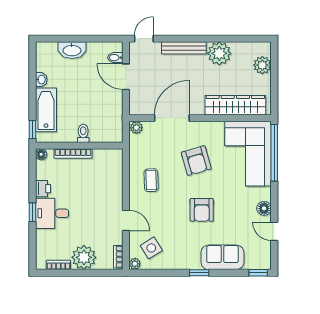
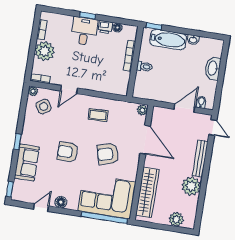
floor lamp: (41, 154) -> (117, 28), moved

